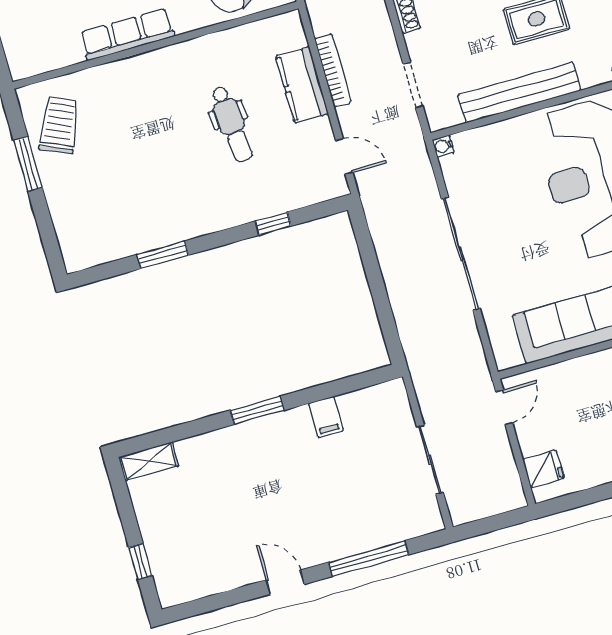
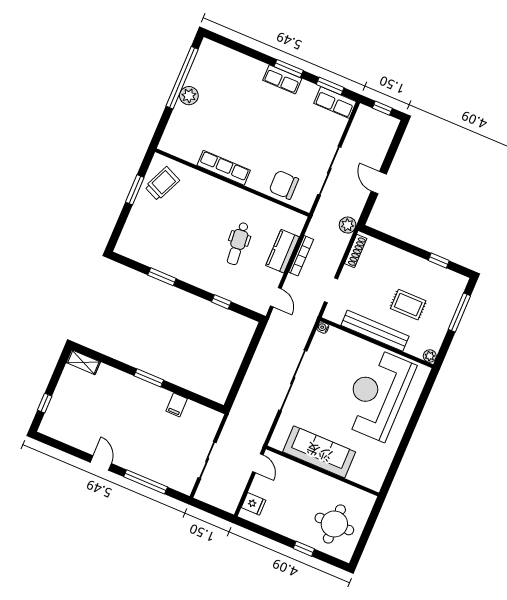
door: (504, 407) -> (258, 463), hinge flipped

